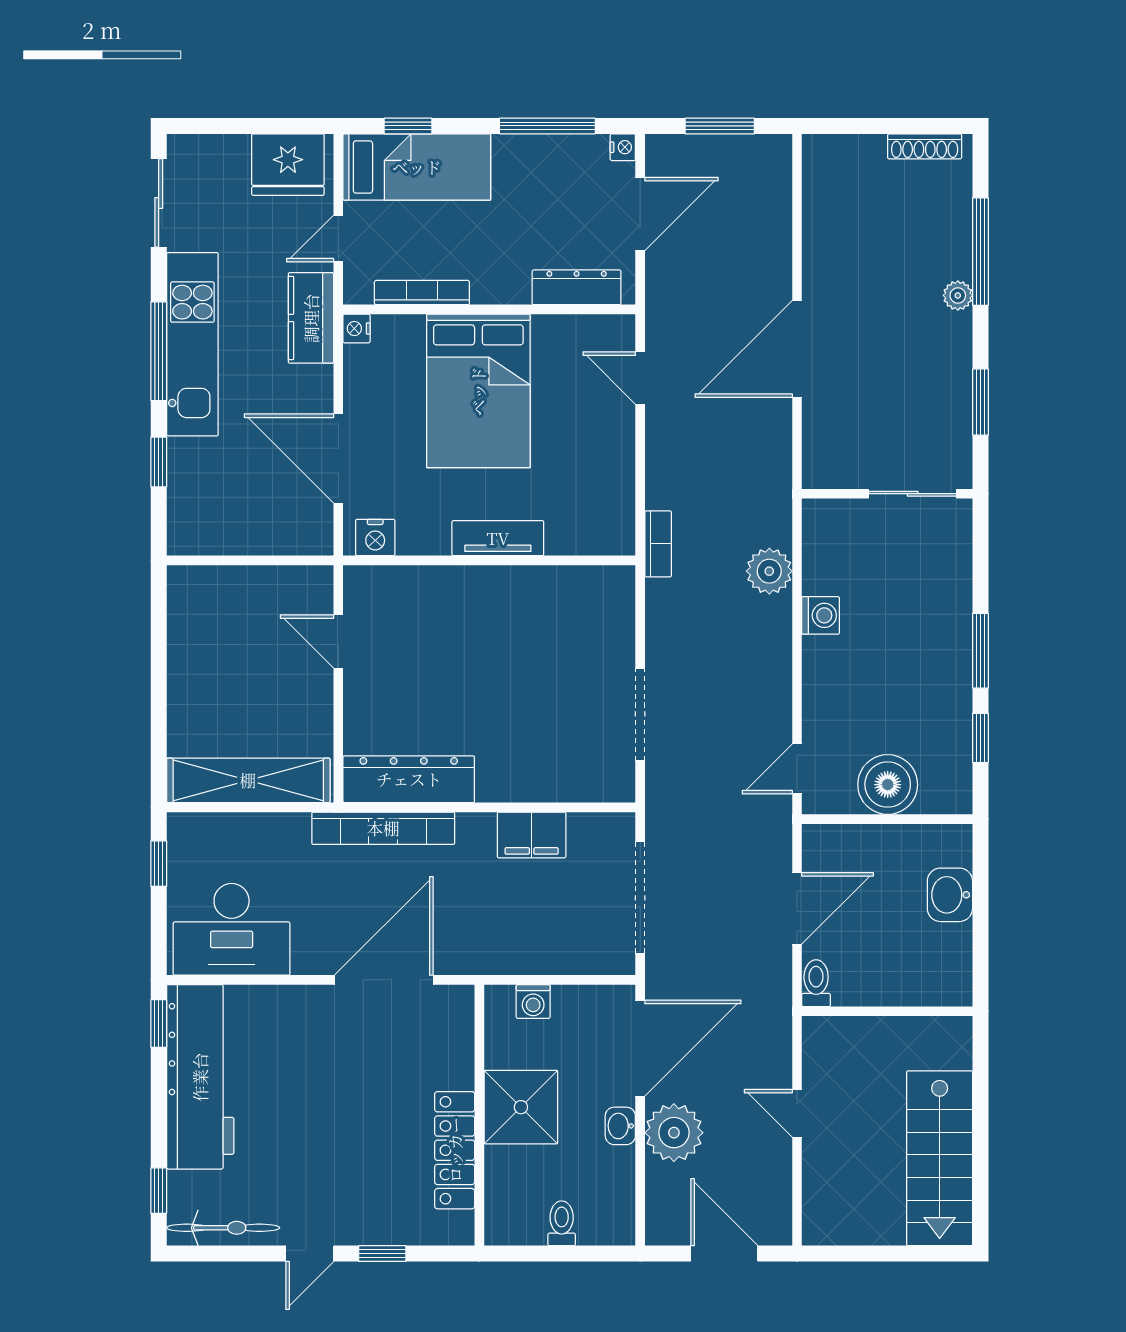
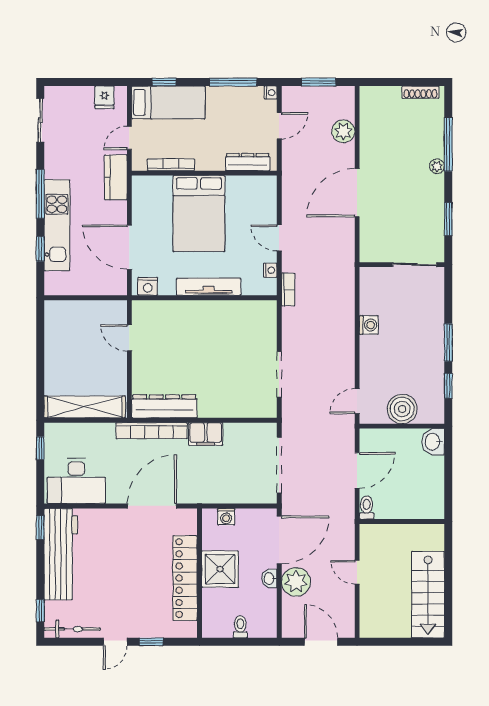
fridge: (288, 165) -> (104, 97), width x0.53, depth x0.75
door: (640, 214) -> (279, 126), width x0.73
nightstand: (357, 329) -> (270, 270), moved, turned 180
kitchen unit: (192, 344) -> (57, 225), moved
door: (640, 378) -> (279, 238), moved
tv unit: (498, 538) -> (209, 287), width x1.41
plant: (769, 571) -> (343, 131), moved
filing cabinet: (532, 835) -> (206, 434), moved
washbasin: (950, 895) -> (433, 442), moved
locker: (455, 1150) -> (185, 578), width x1.41, depth x1.21

